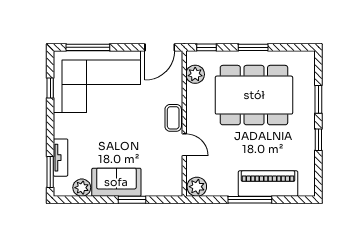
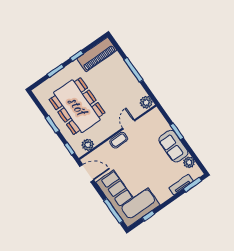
piano: (268, 184) -> (97, 54), moved, turned -90

